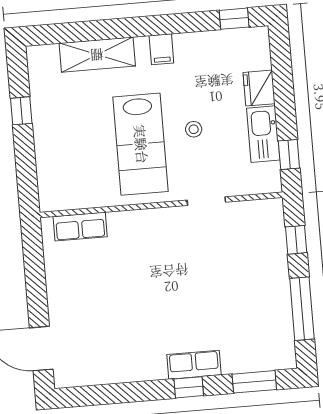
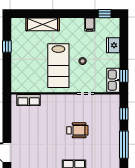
filing cabinet: (161, 49) -> (90, 24), moved
kitchen sink: (263, 134) -> (113, 80), moved
wheelchair: (195, 285) -> (77, 130), added

